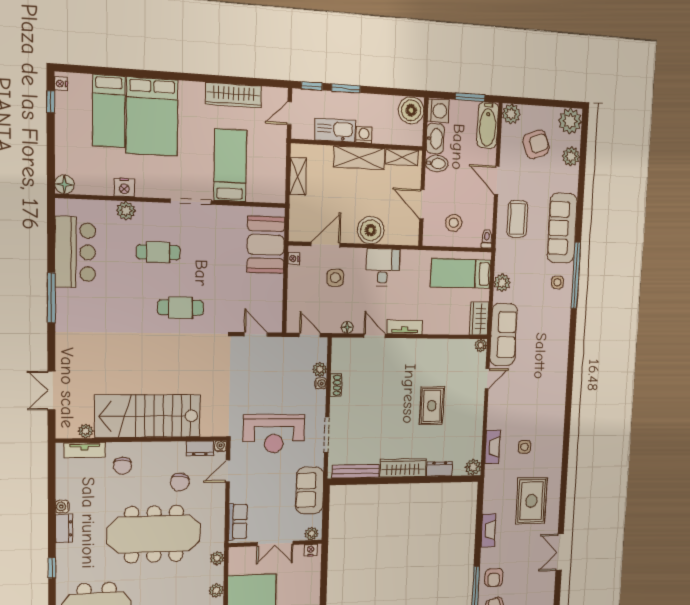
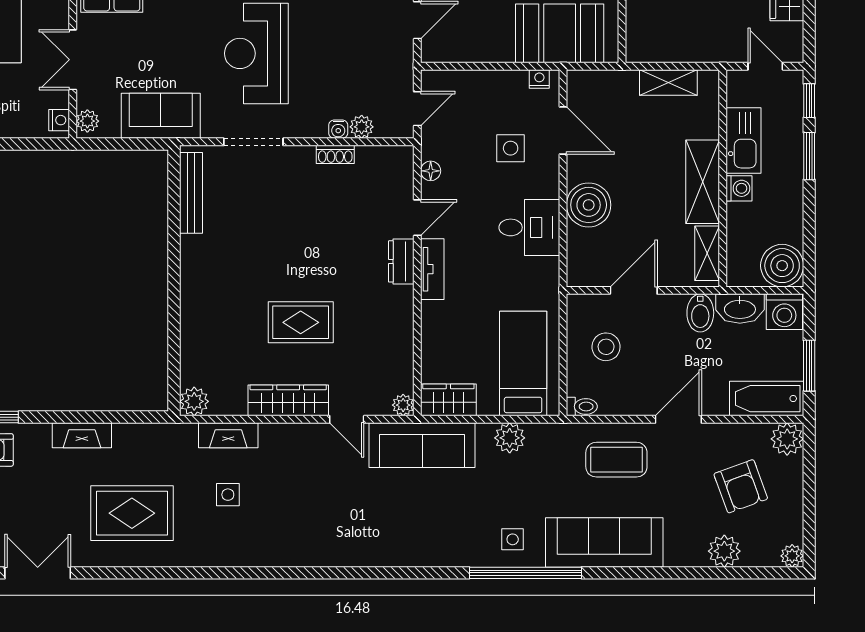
plant: (570, 121) -> (792, 556), width x0.53, depth x0.53
wardrobe: (403, 468) -> (288, 400), moved, turned -90
dresser: (440, 469) -> (401, 261), moved, turned 180

